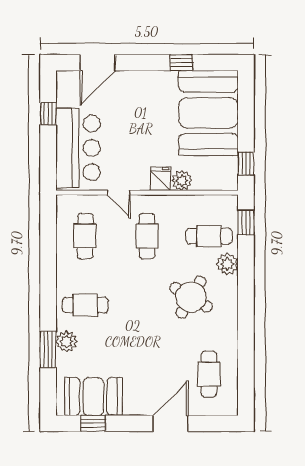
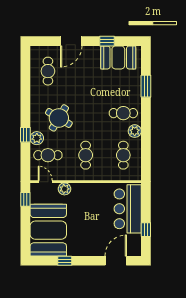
fridge: (160, 179) -> (78, 190), removed
door: (119, 193) -> (45, 182), moved
window: (246, 223) -> (25, 135), moved
plant: (66, 341) -> (135, 131), moved
window: (93, 423) -> (107, 41), moved

